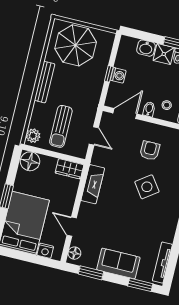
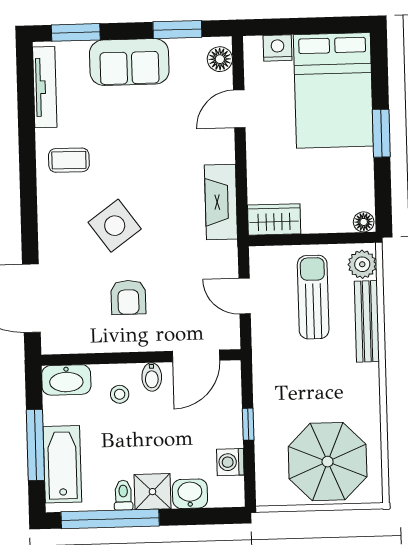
washing machine: (118, 75) -> (230, 462), moved
bench: (45, 82) -> (367, 321), moved
floor lamp: (30, 161) -> (364, 222), width x0.53, depth x0.53
coffee table: (160, 224) -> (69, 160), added
door: (72, 227) -> (239, 109), swing flipped

